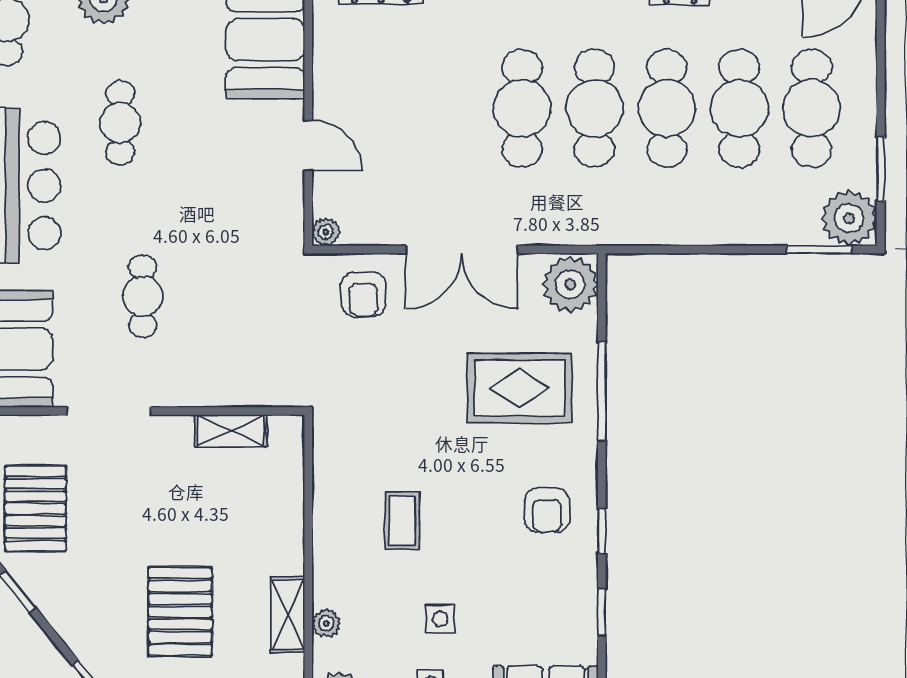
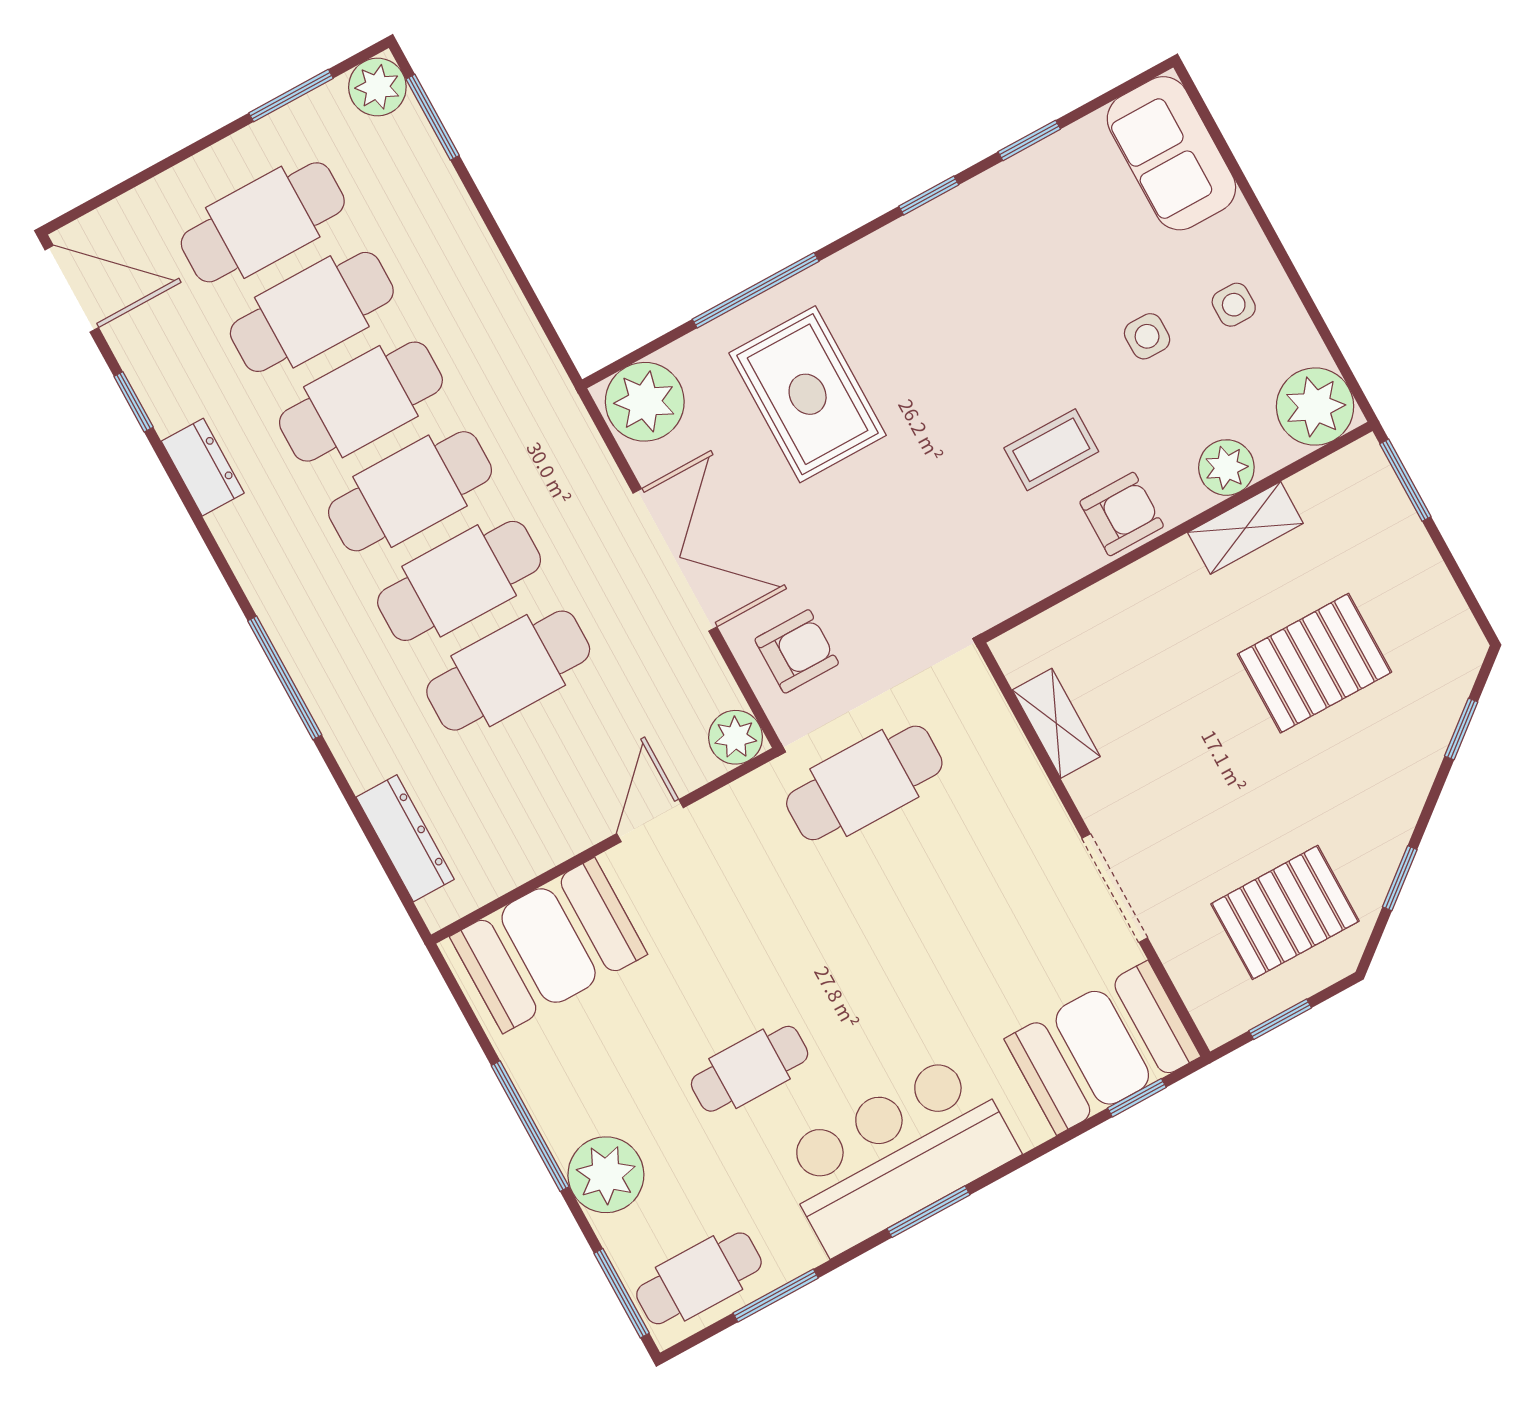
cafe table: (450, 108) -> (508, 671), added
plant: (849, 218) -> (377, 87), width x0.73, depth x0.73
plant: (326, 232) -> (736, 737), width x1.38, depth x1.38
cafe table: (143, 296) -> (864, 783), moved, width x1.37, depth x1.35
armchair: (547, 510) -> (1122, 514), moved
plant: (326, 623) -> (1226, 468), width x1.38, depth x1.38

